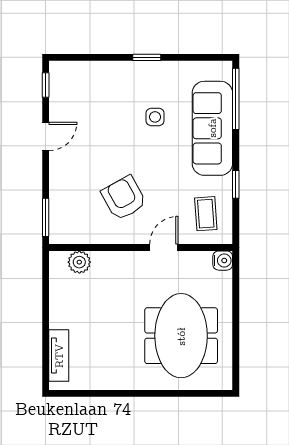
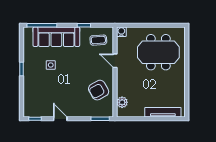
armchair: (124, 198) -> (99, 90), moved
tv unit: (59, 356) -> (163, 112), width x1.41

